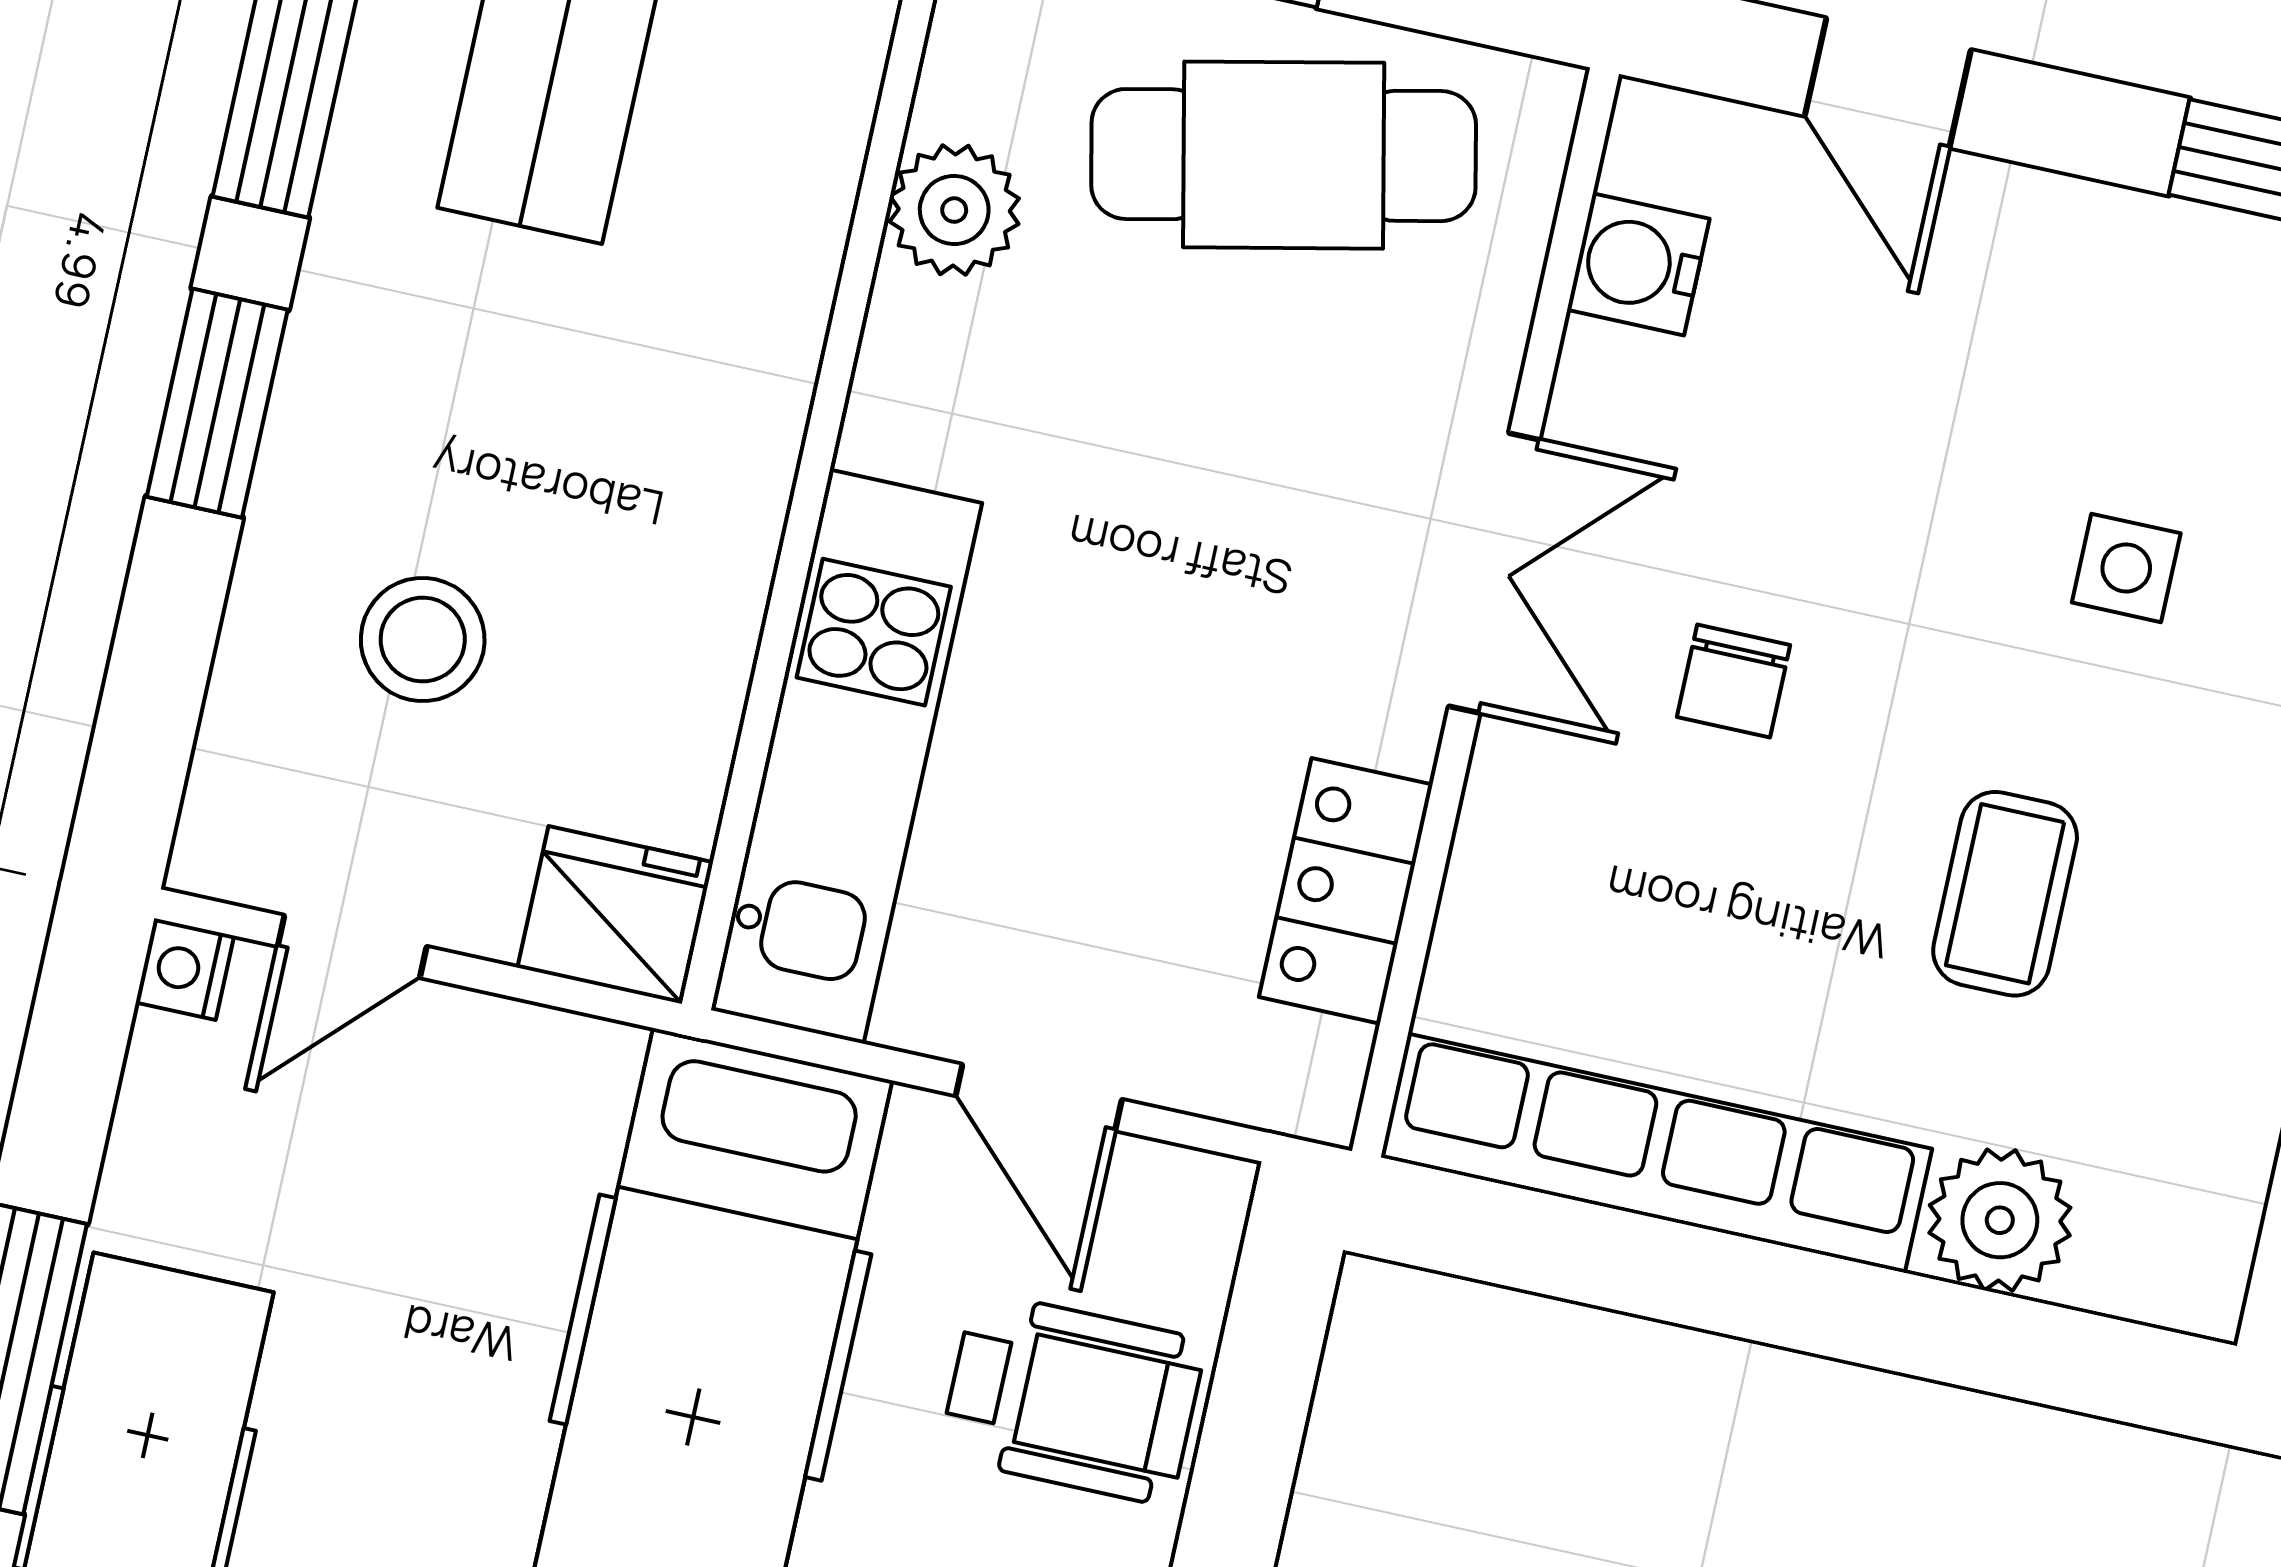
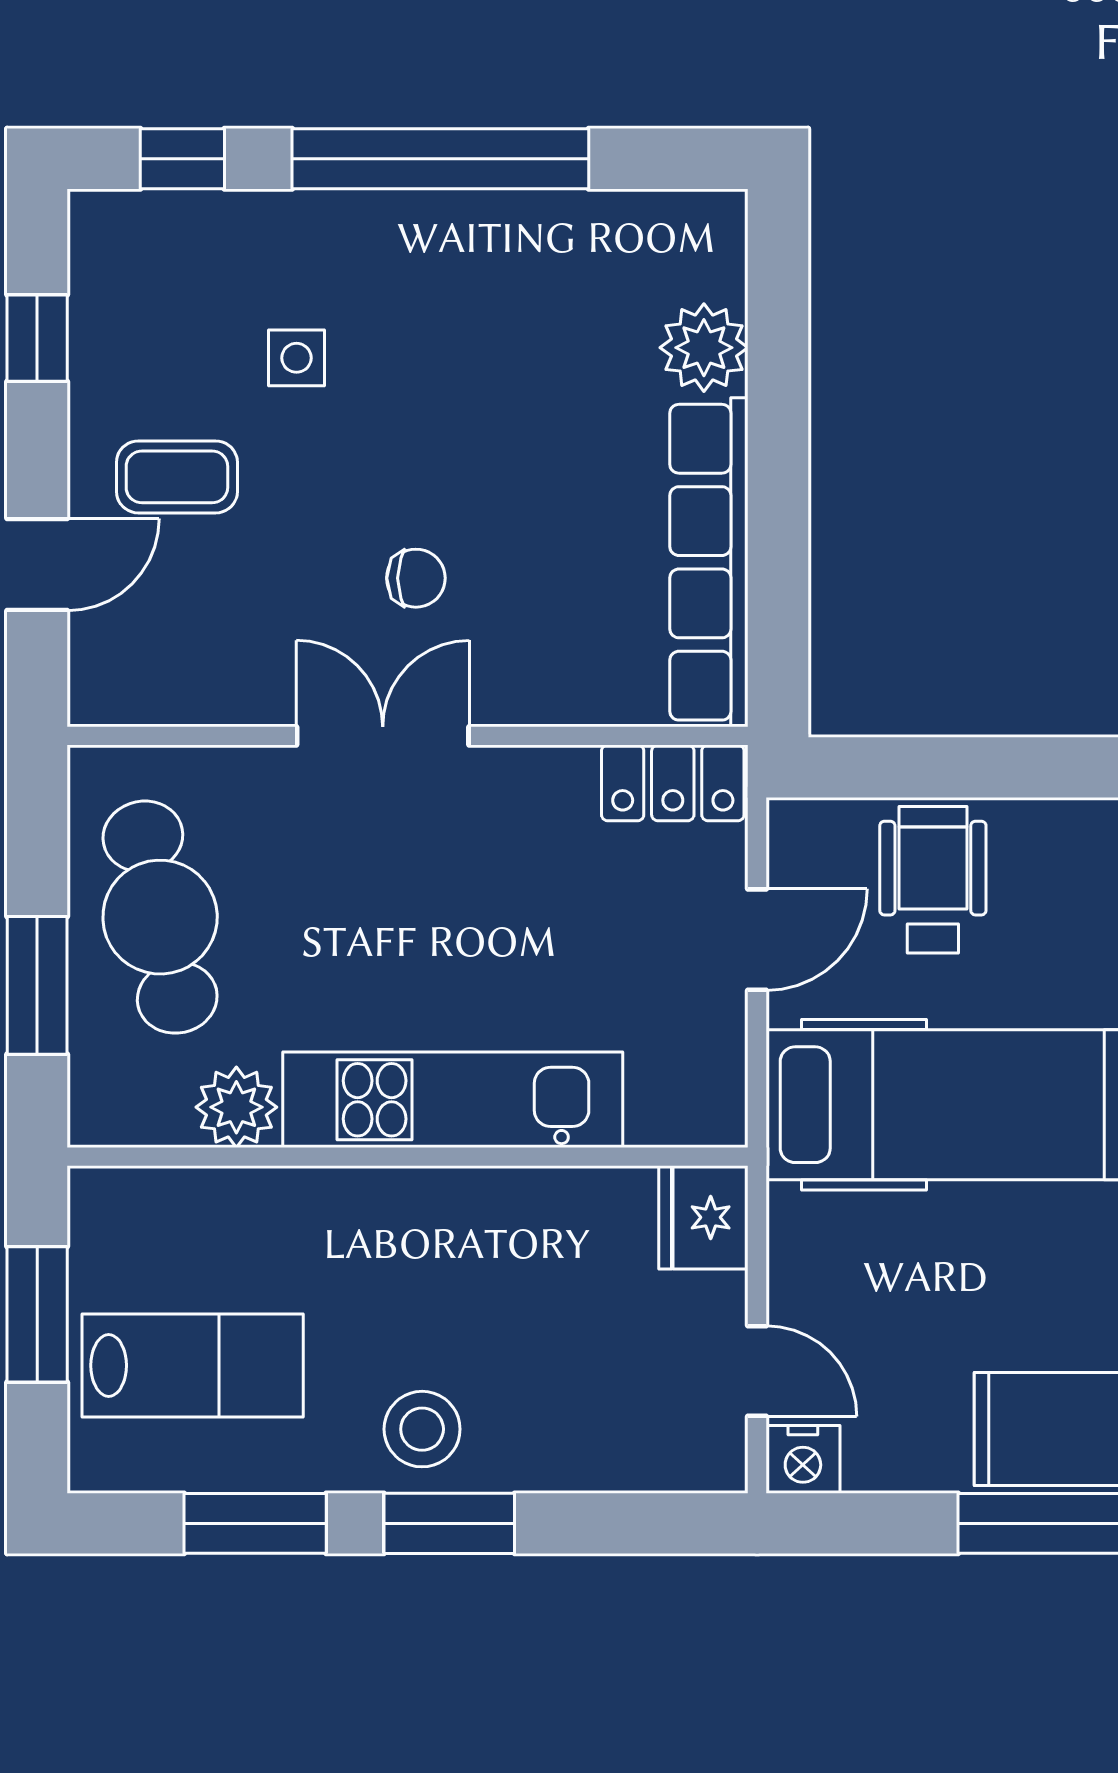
water cooler: (1638, 264) -> (179, 690), removed
stool: (423, 640) -> (422, 1429), moved
kitchen unit: (847, 757) -> (453, 1100), moved
locker: (1346, 891) -> (673, 783), moved
coffee table: (2005, 894) -> (177, 477), moved
nightstand: (185, 969) -> (803, 1459), width x1.39, depth x1.35

